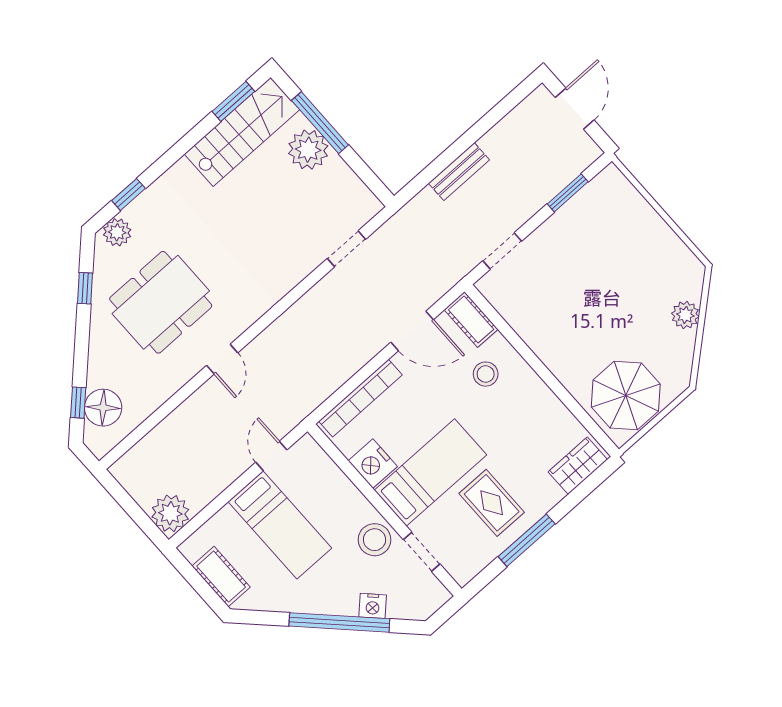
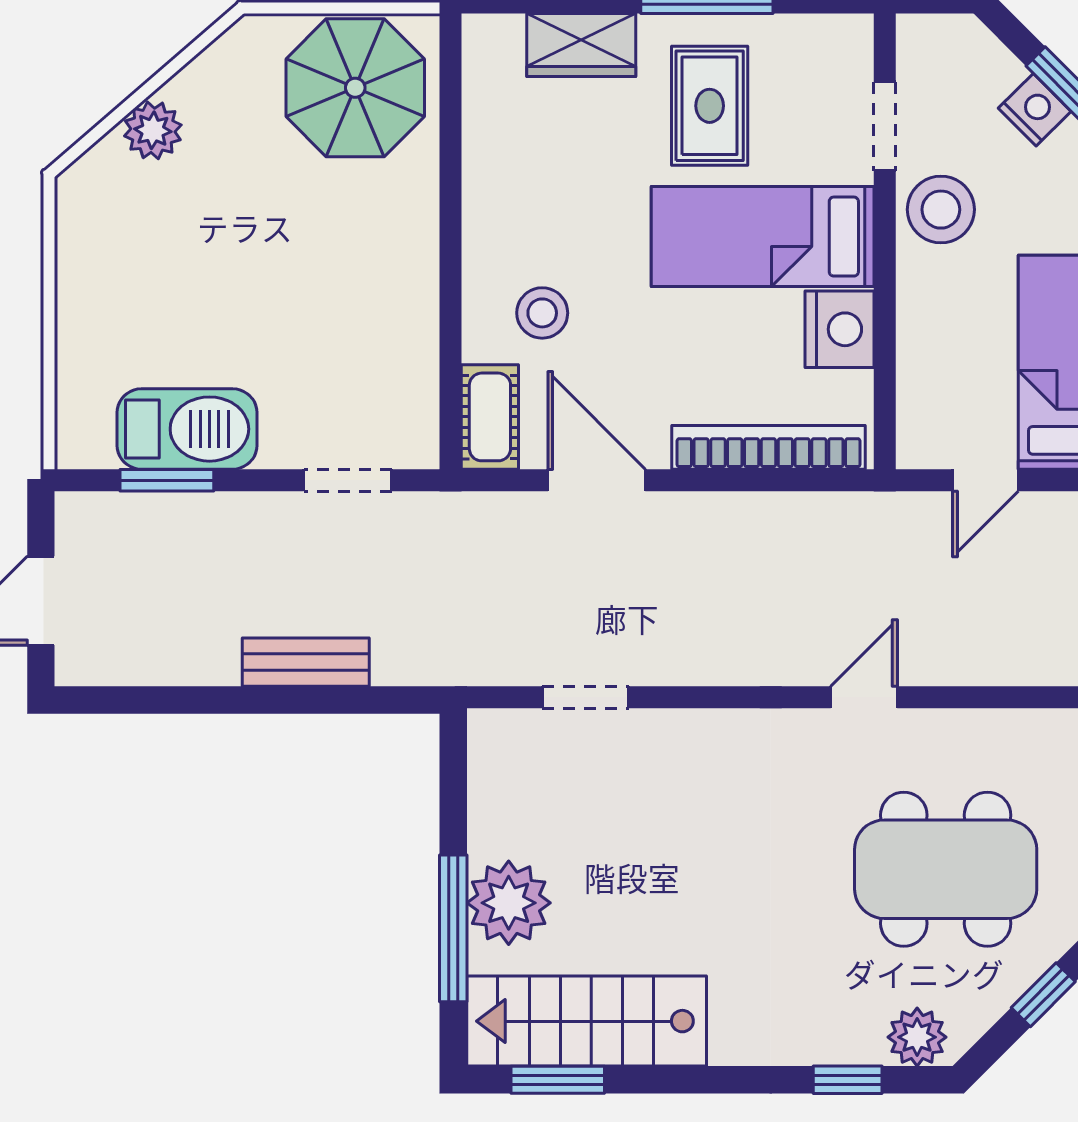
barbecue: (577, 218) -> (187, 429), added
door: (222, 359) -> (864, 697), moved
wardrobe: (578, 466) -> (581, 45), moved

